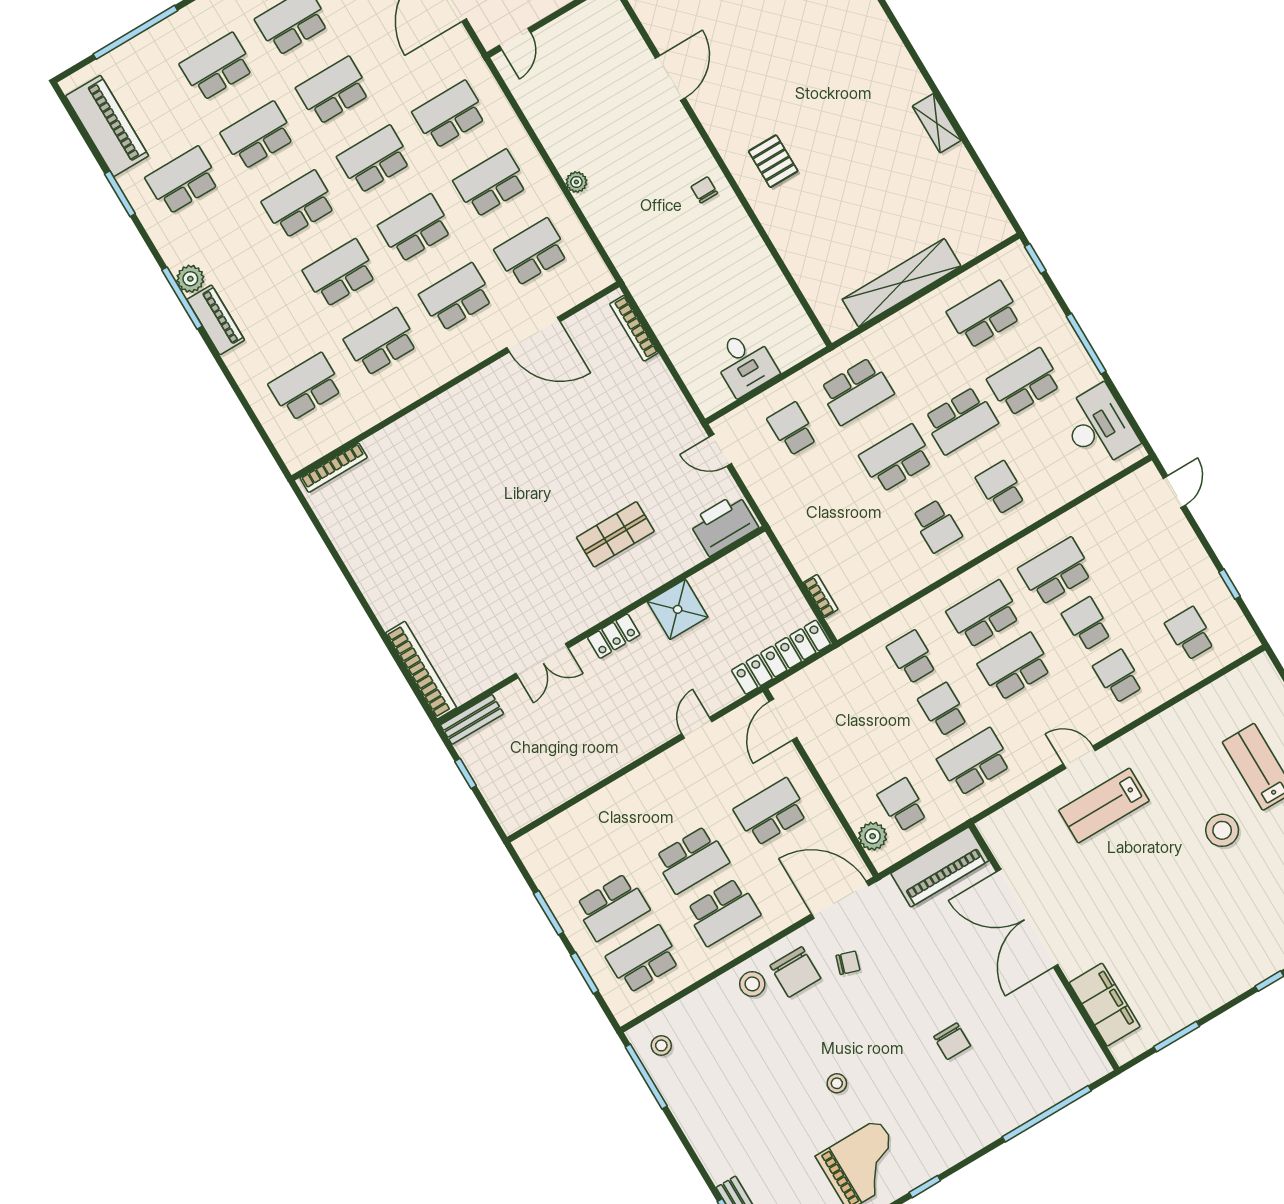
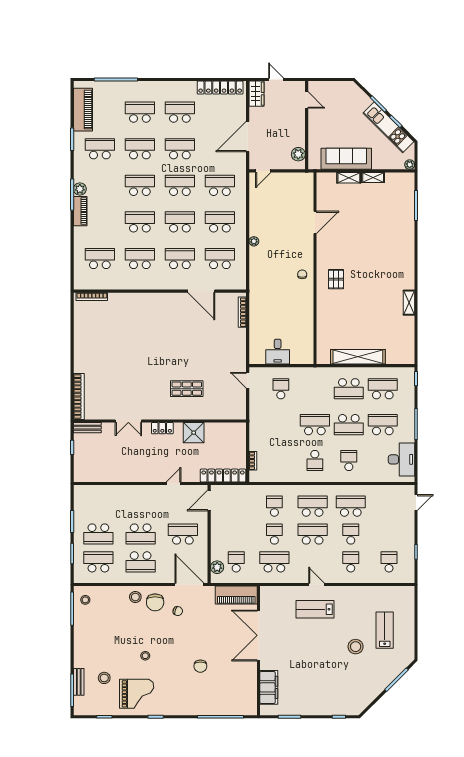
school desk: (856, 391) -> (349, 389), moved
printer: (724, 525) -> (231, 410), removed
stool: (784, 1171) -> (104, 678), added

